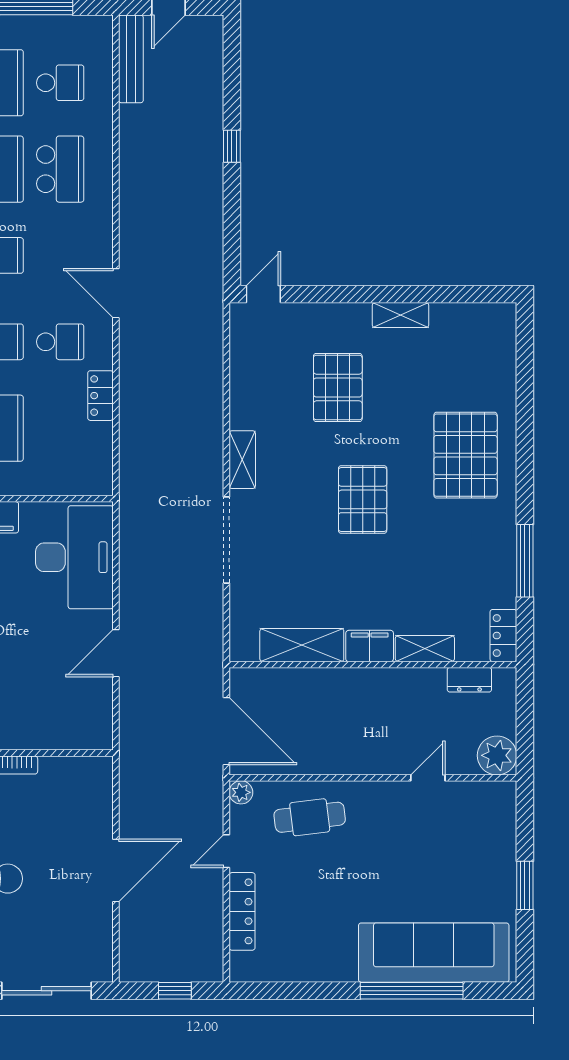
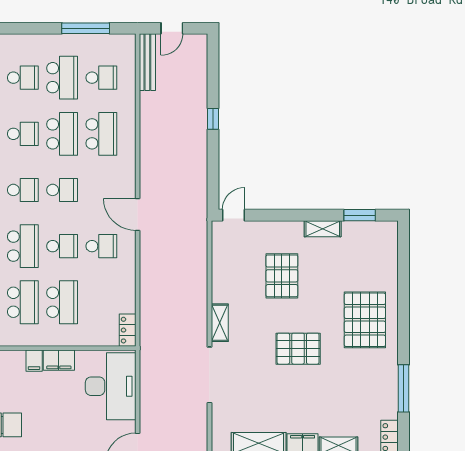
window: (457, 294) -> (360, 215), added
locker: (100, 396) -> (128, 330), moved
pallet: (363, 499) -> (298, 349), turned 90

